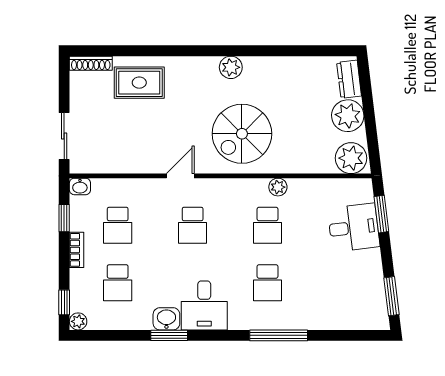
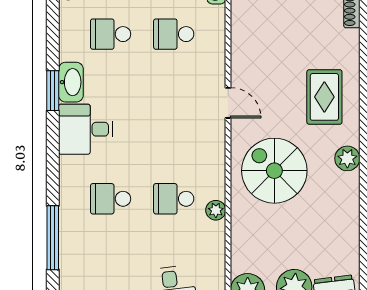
rug: (139, 83) -> (324, 97), moved
school desk: (193, 225) -> (174, 116), removed
washbasin: (166, 319) -> (71, 82), width x1.38
window: (279, 335) -> (53, 238), moved

